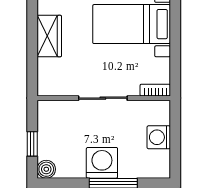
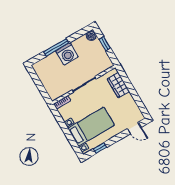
wardrobe: (49, 36) -> (118, 85), moved
washing machine: (159, 137) -> (47, 81), removed

